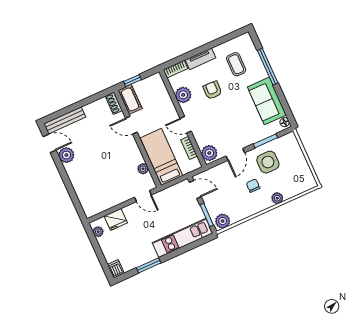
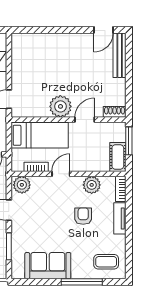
coffee table: (236, 64) -> (106, 262), moved
window: (133, 81) -> (129, 141), width x1.50
armchair: (212, 90) -> (83, 216), turned -92
cot: (130, 99) -> (118, 157), moved, turned 90
floor lamp: (285, 122) -> (19, 274), removed
plant: (66, 155) -> (84, 41), removed
plant: (143, 169) -> (60, 106), moved, width x1.88, depth x1.88

